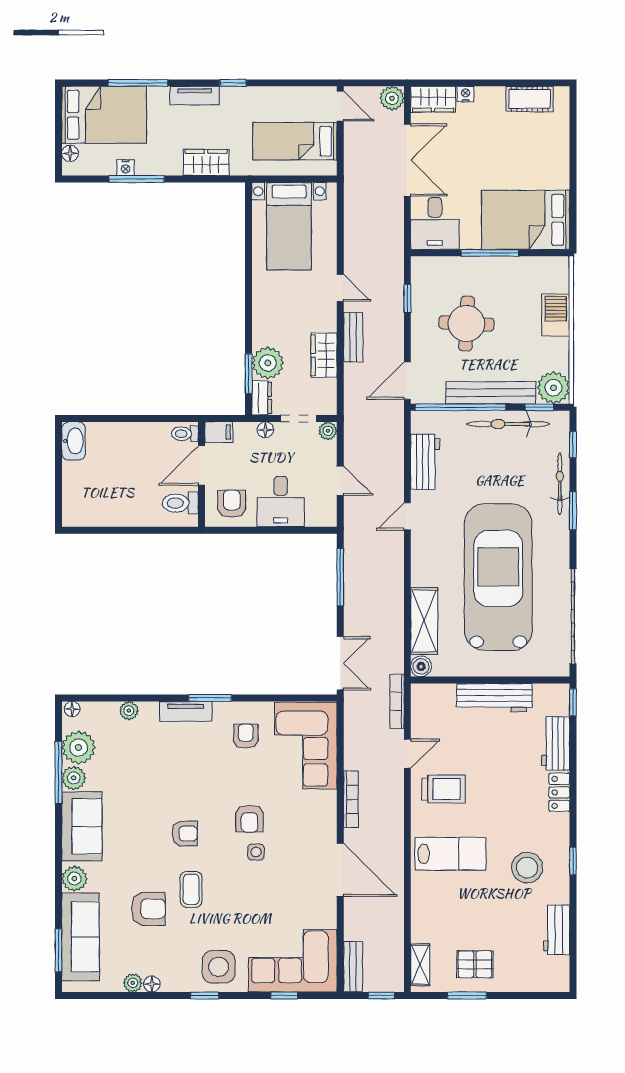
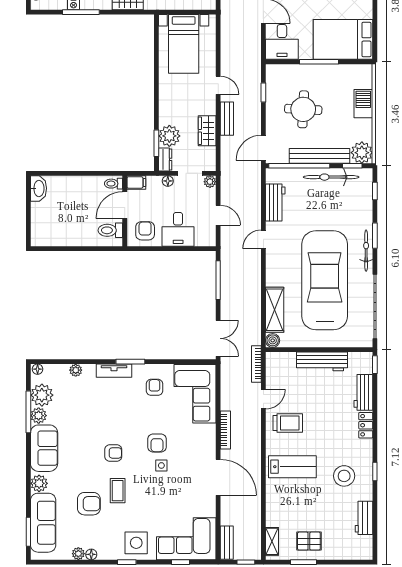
bicycle: (560, 484) -> (366, 251), moved

